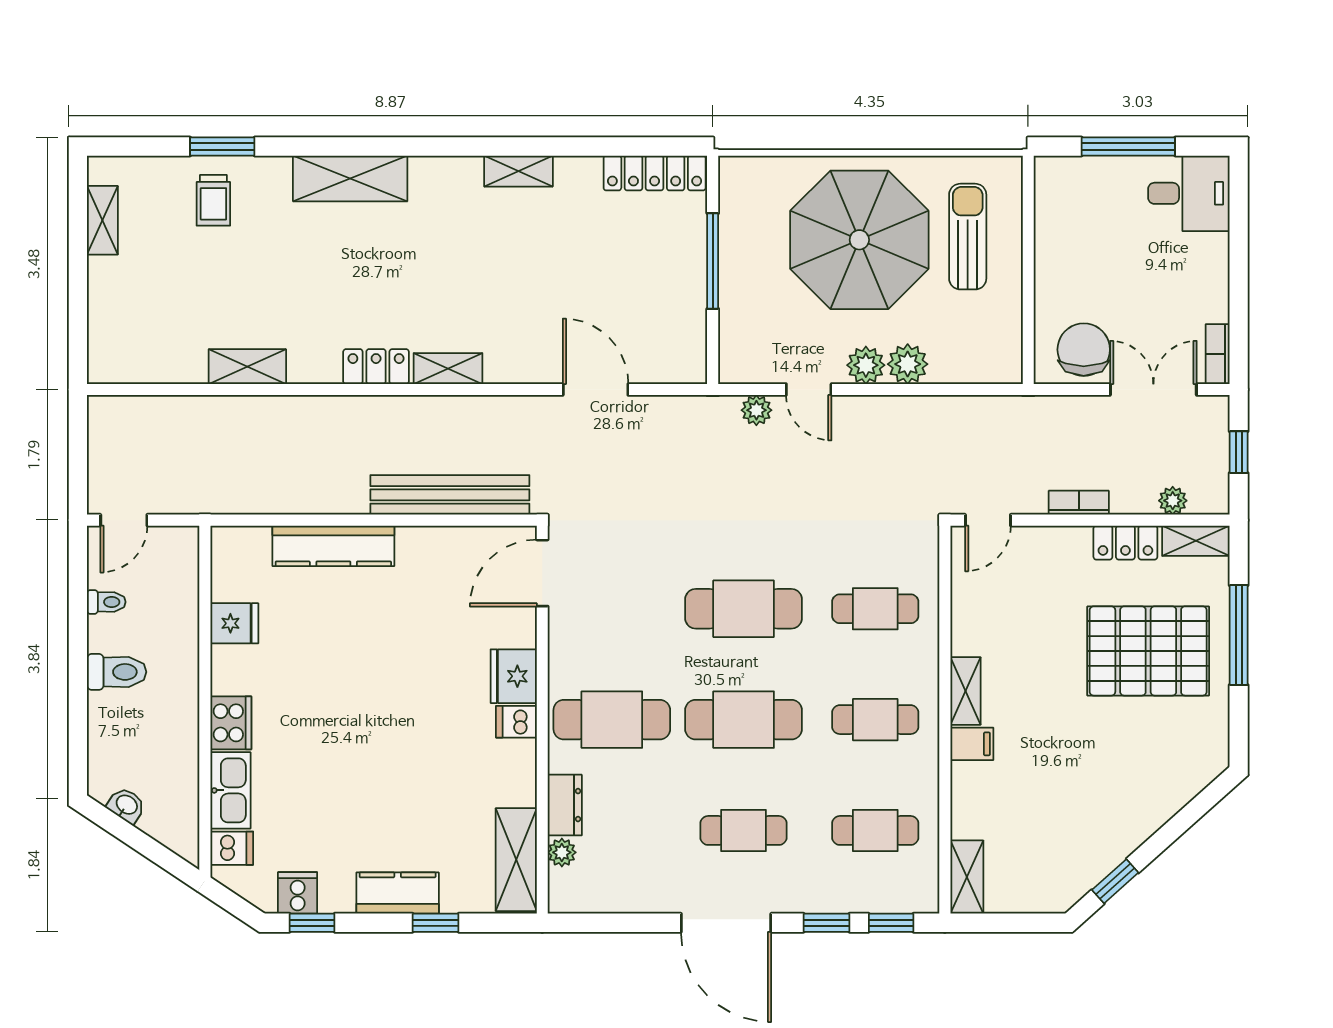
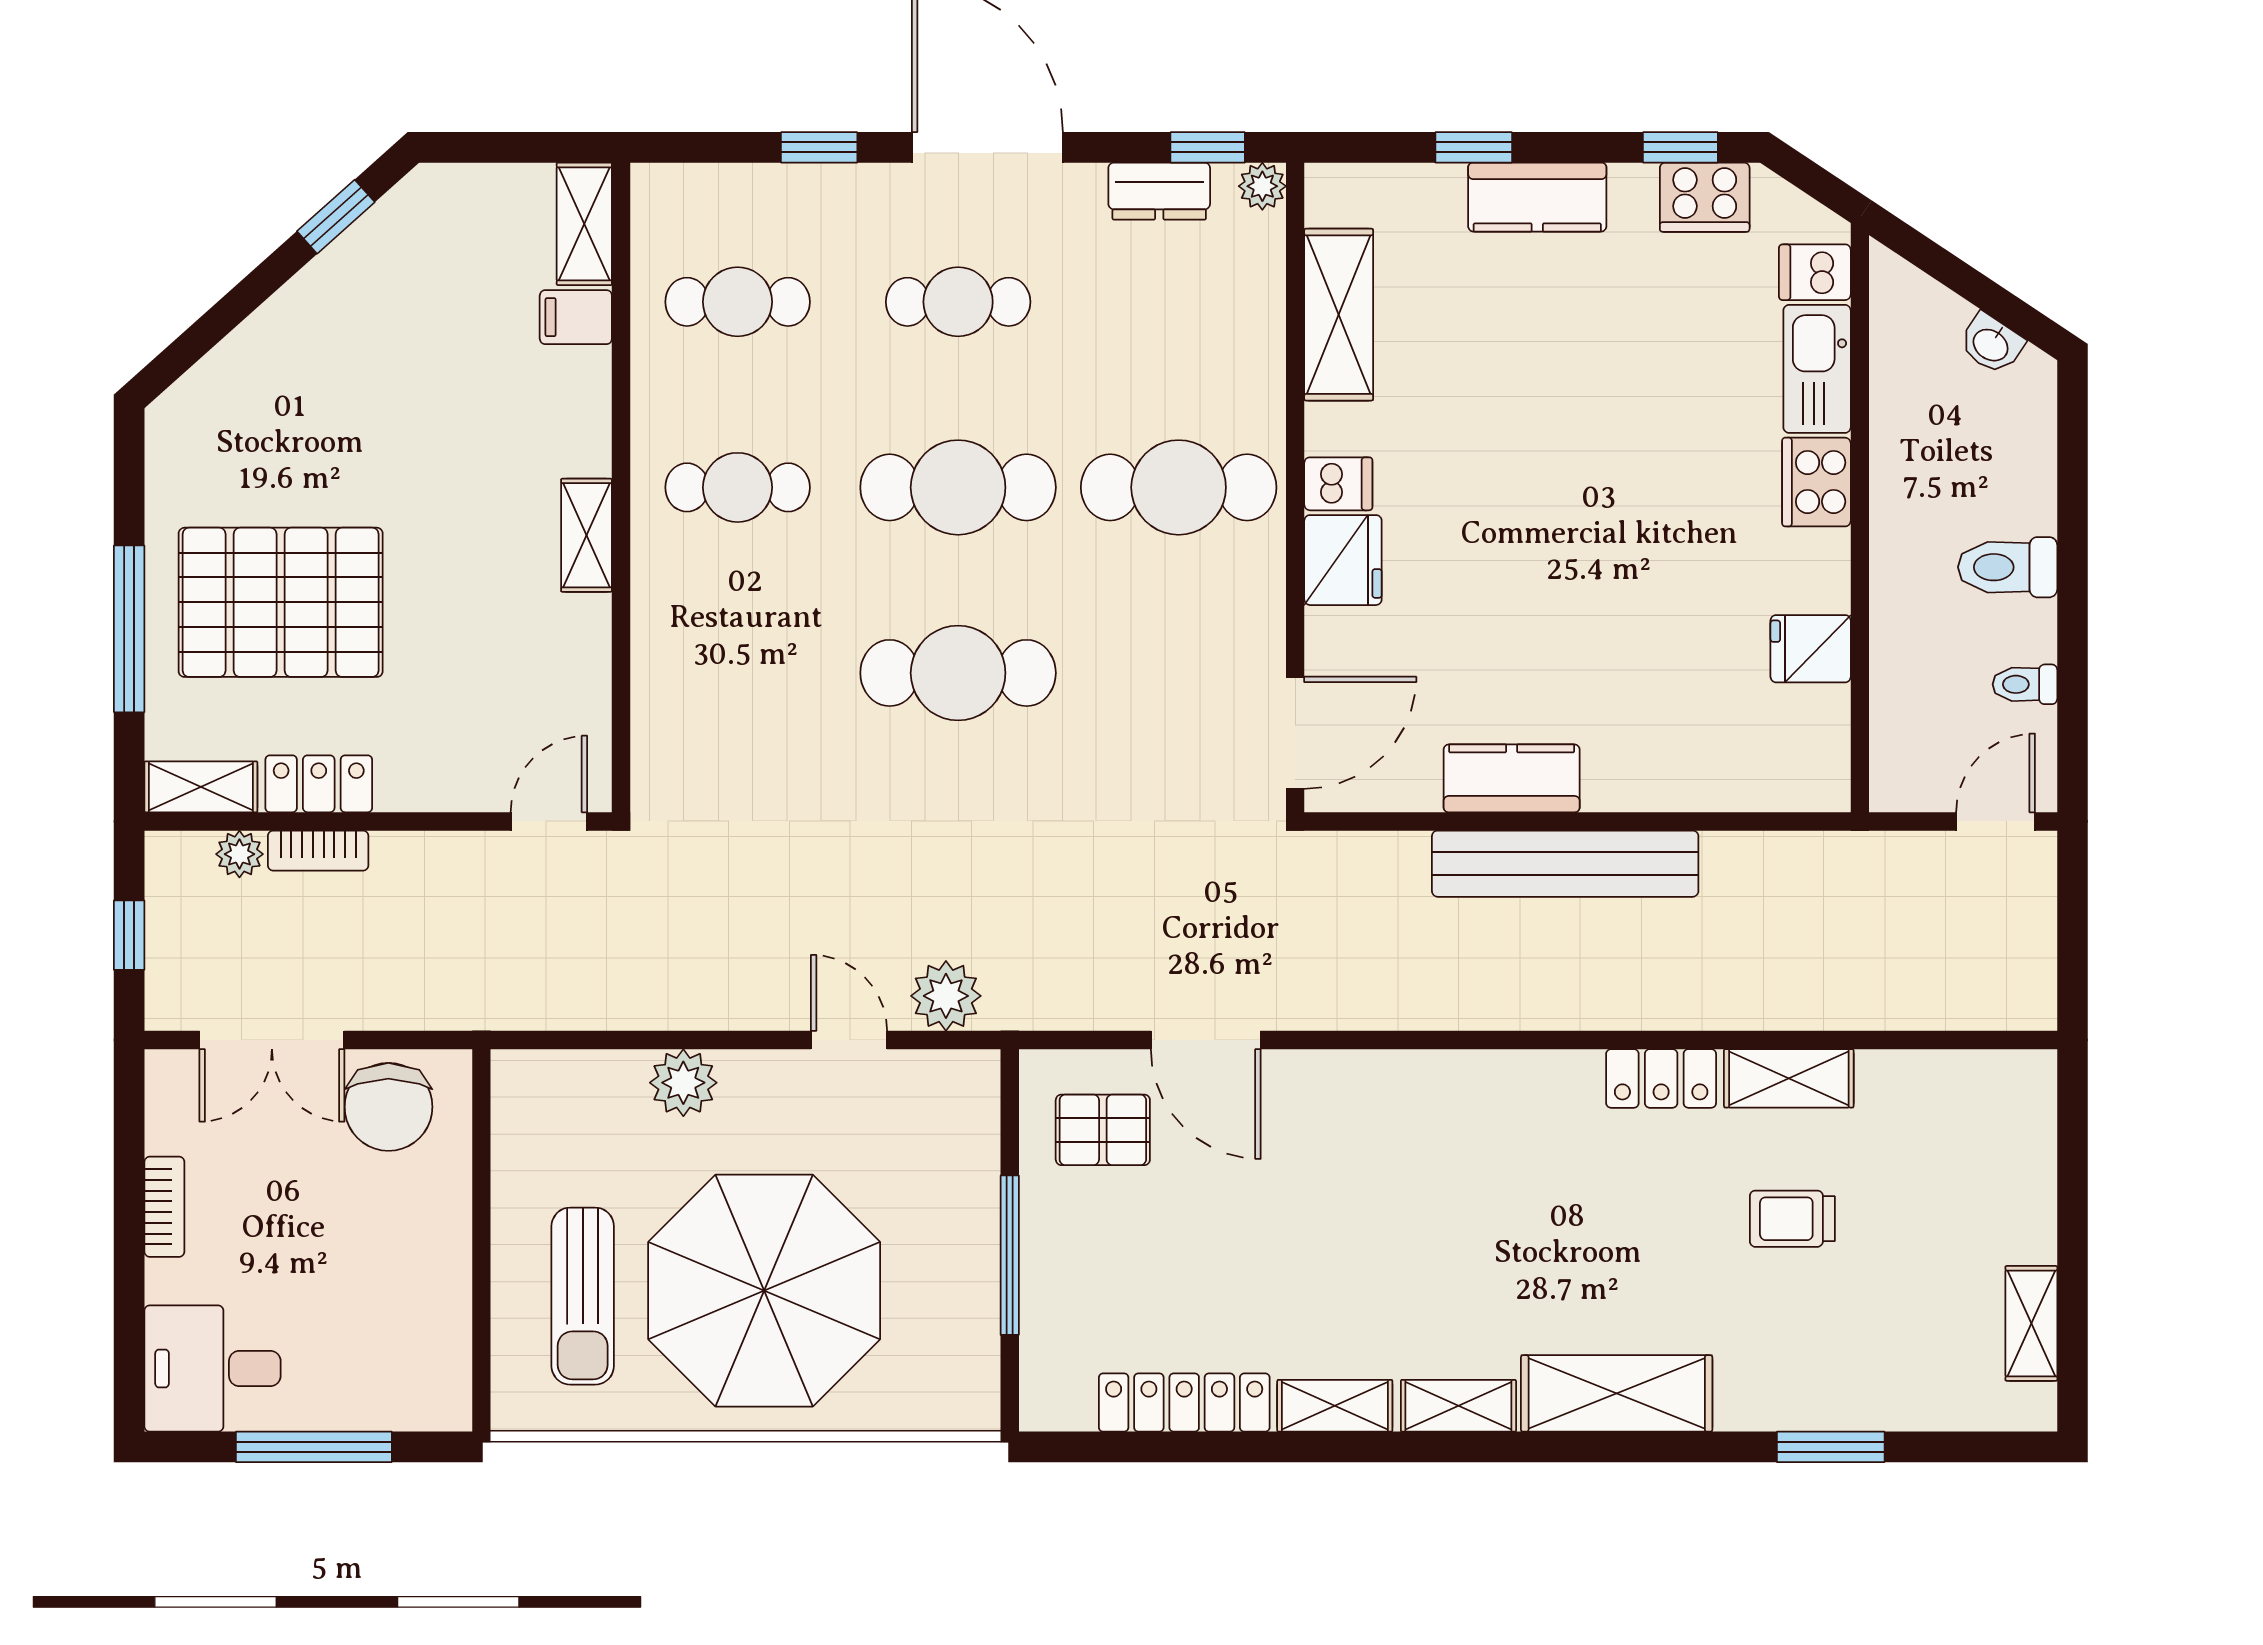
locker: (655, 173) -> (1184, 1403), moved
trolley: (213, 200) -> (1792, 1219), moved, turned -90
pallet: (657, 336) -> (1103, 1130), added
bookcase: (1218, 354) -> (164, 1207), moved
plant: (866, 365) -> (753, 1081), removed
locker: (376, 367) -> (1661, 1078), moved
shelving: (448, 369) -> (1458, 1406), moved
plant: (756, 410) -> (946, 996), width x1.38, depth x1.38
bench: (450, 495) -> (1565, 864), moved
bookcase: (1079, 503) -> (318, 851), moved
kitchen counter: (333, 546) -> (1512, 778), moved, width x0.67
cafe table: (875, 609) -> (738, 673), removed
filing cabinet: (972, 744) -> (576, 317), moved
dresser: (565, 805) -> (1159, 191), moved, turned -90
plant: (562, 852) -> (1262, 186), moved
shelving: (516, 860) -> (1339, 315), moved
cooker: (298, 893) -> (1705, 197), width x1.36
window: (891, 923) -> (1208, 147), moved

